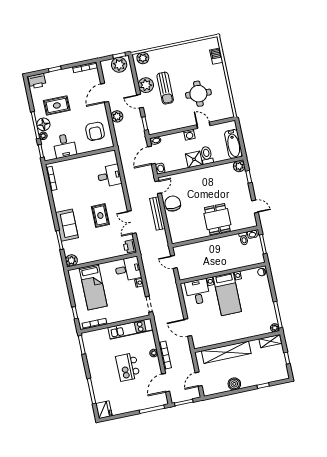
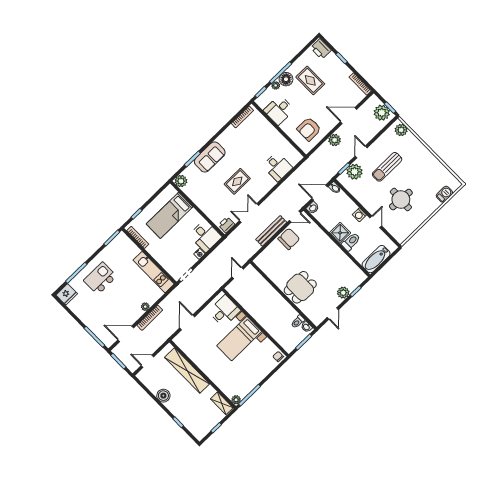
plant: (146, 85) -> (355, 172), moved
plant: (239, 166) -> (343, 293), moved
kitchen island: (128, 367) -> (100, 278), moved

